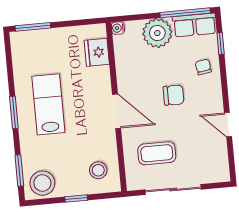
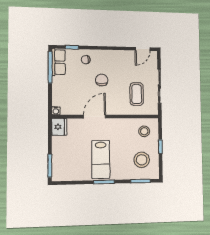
plant: (157, 33) -> (61, 86), removed
fridge: (97, 52) -> (59, 127), moved, turned -90
lab bench: (48, 104) -> (101, 159), turned -90
door: (117, 111) -> (95, 117), moved
door: (228, 125) -> (143, 49), moved
stool: (42, 183) -> (142, 160), moved

